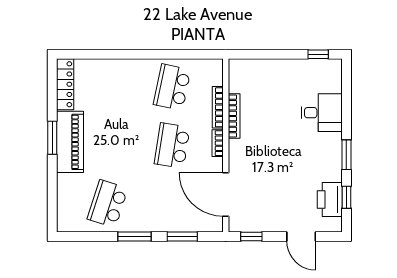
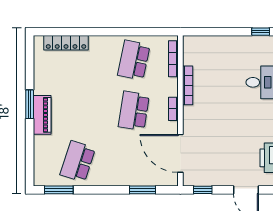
locker: (65, 84) -> (66, 43), moved, turned 90
bookcase: (218, 107) -> (173, 59), moved
piano: (70, 142) -> (42, 115), width x0.73, depth x0.75
window: (135, 236) -> (59, 190), moved

